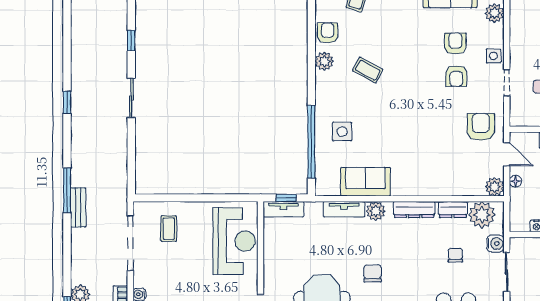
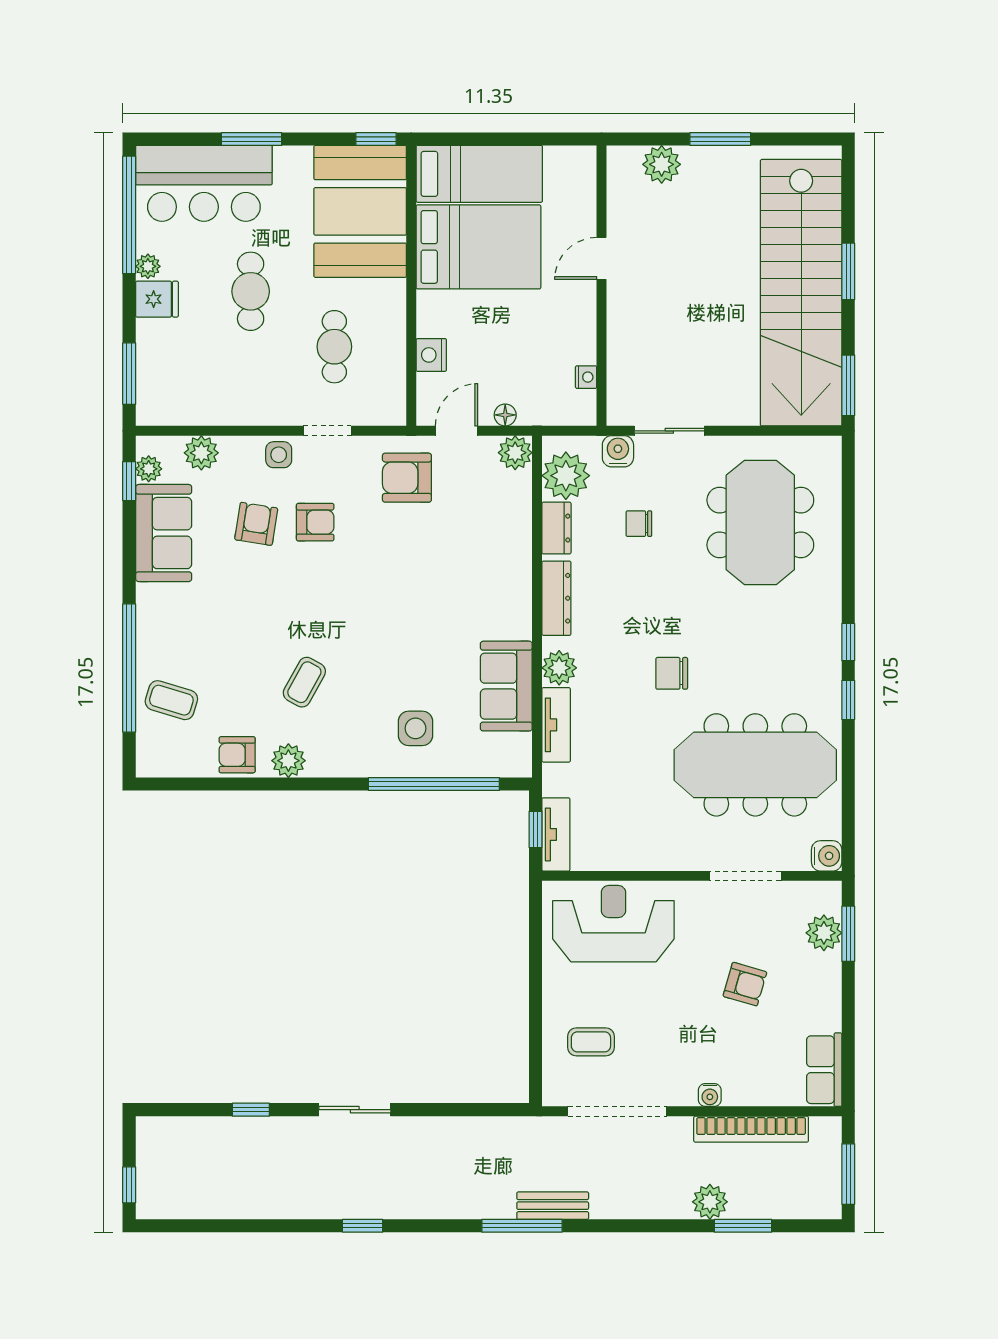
armchair: (455, 43) -> (256, 524), turned 99

